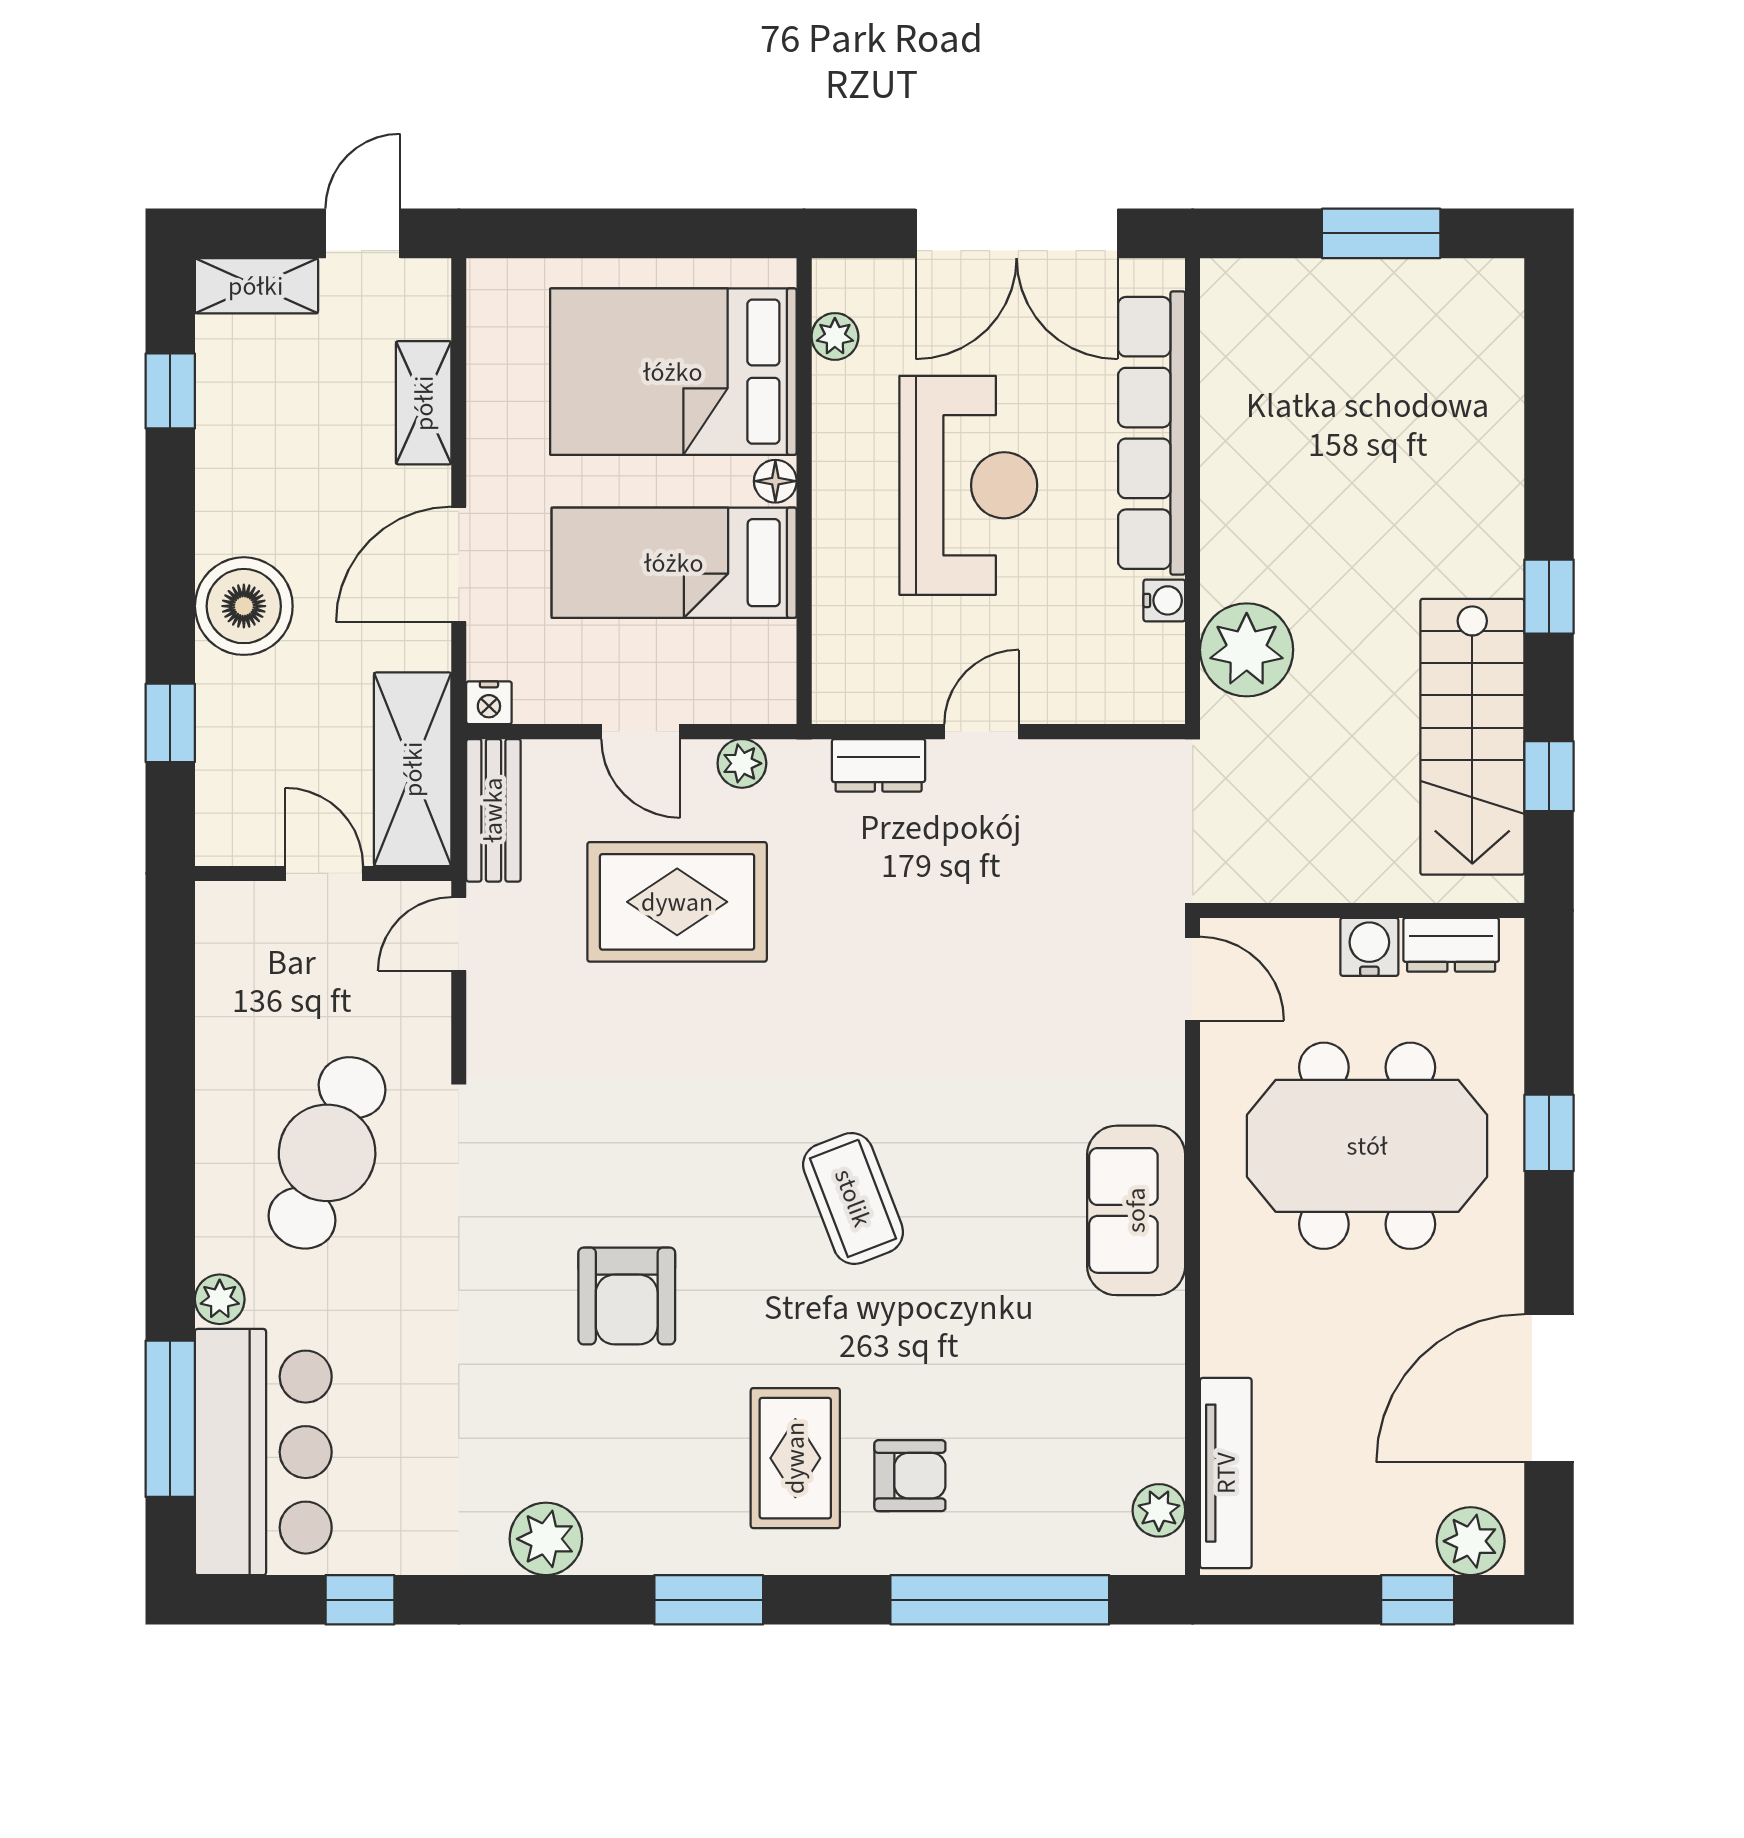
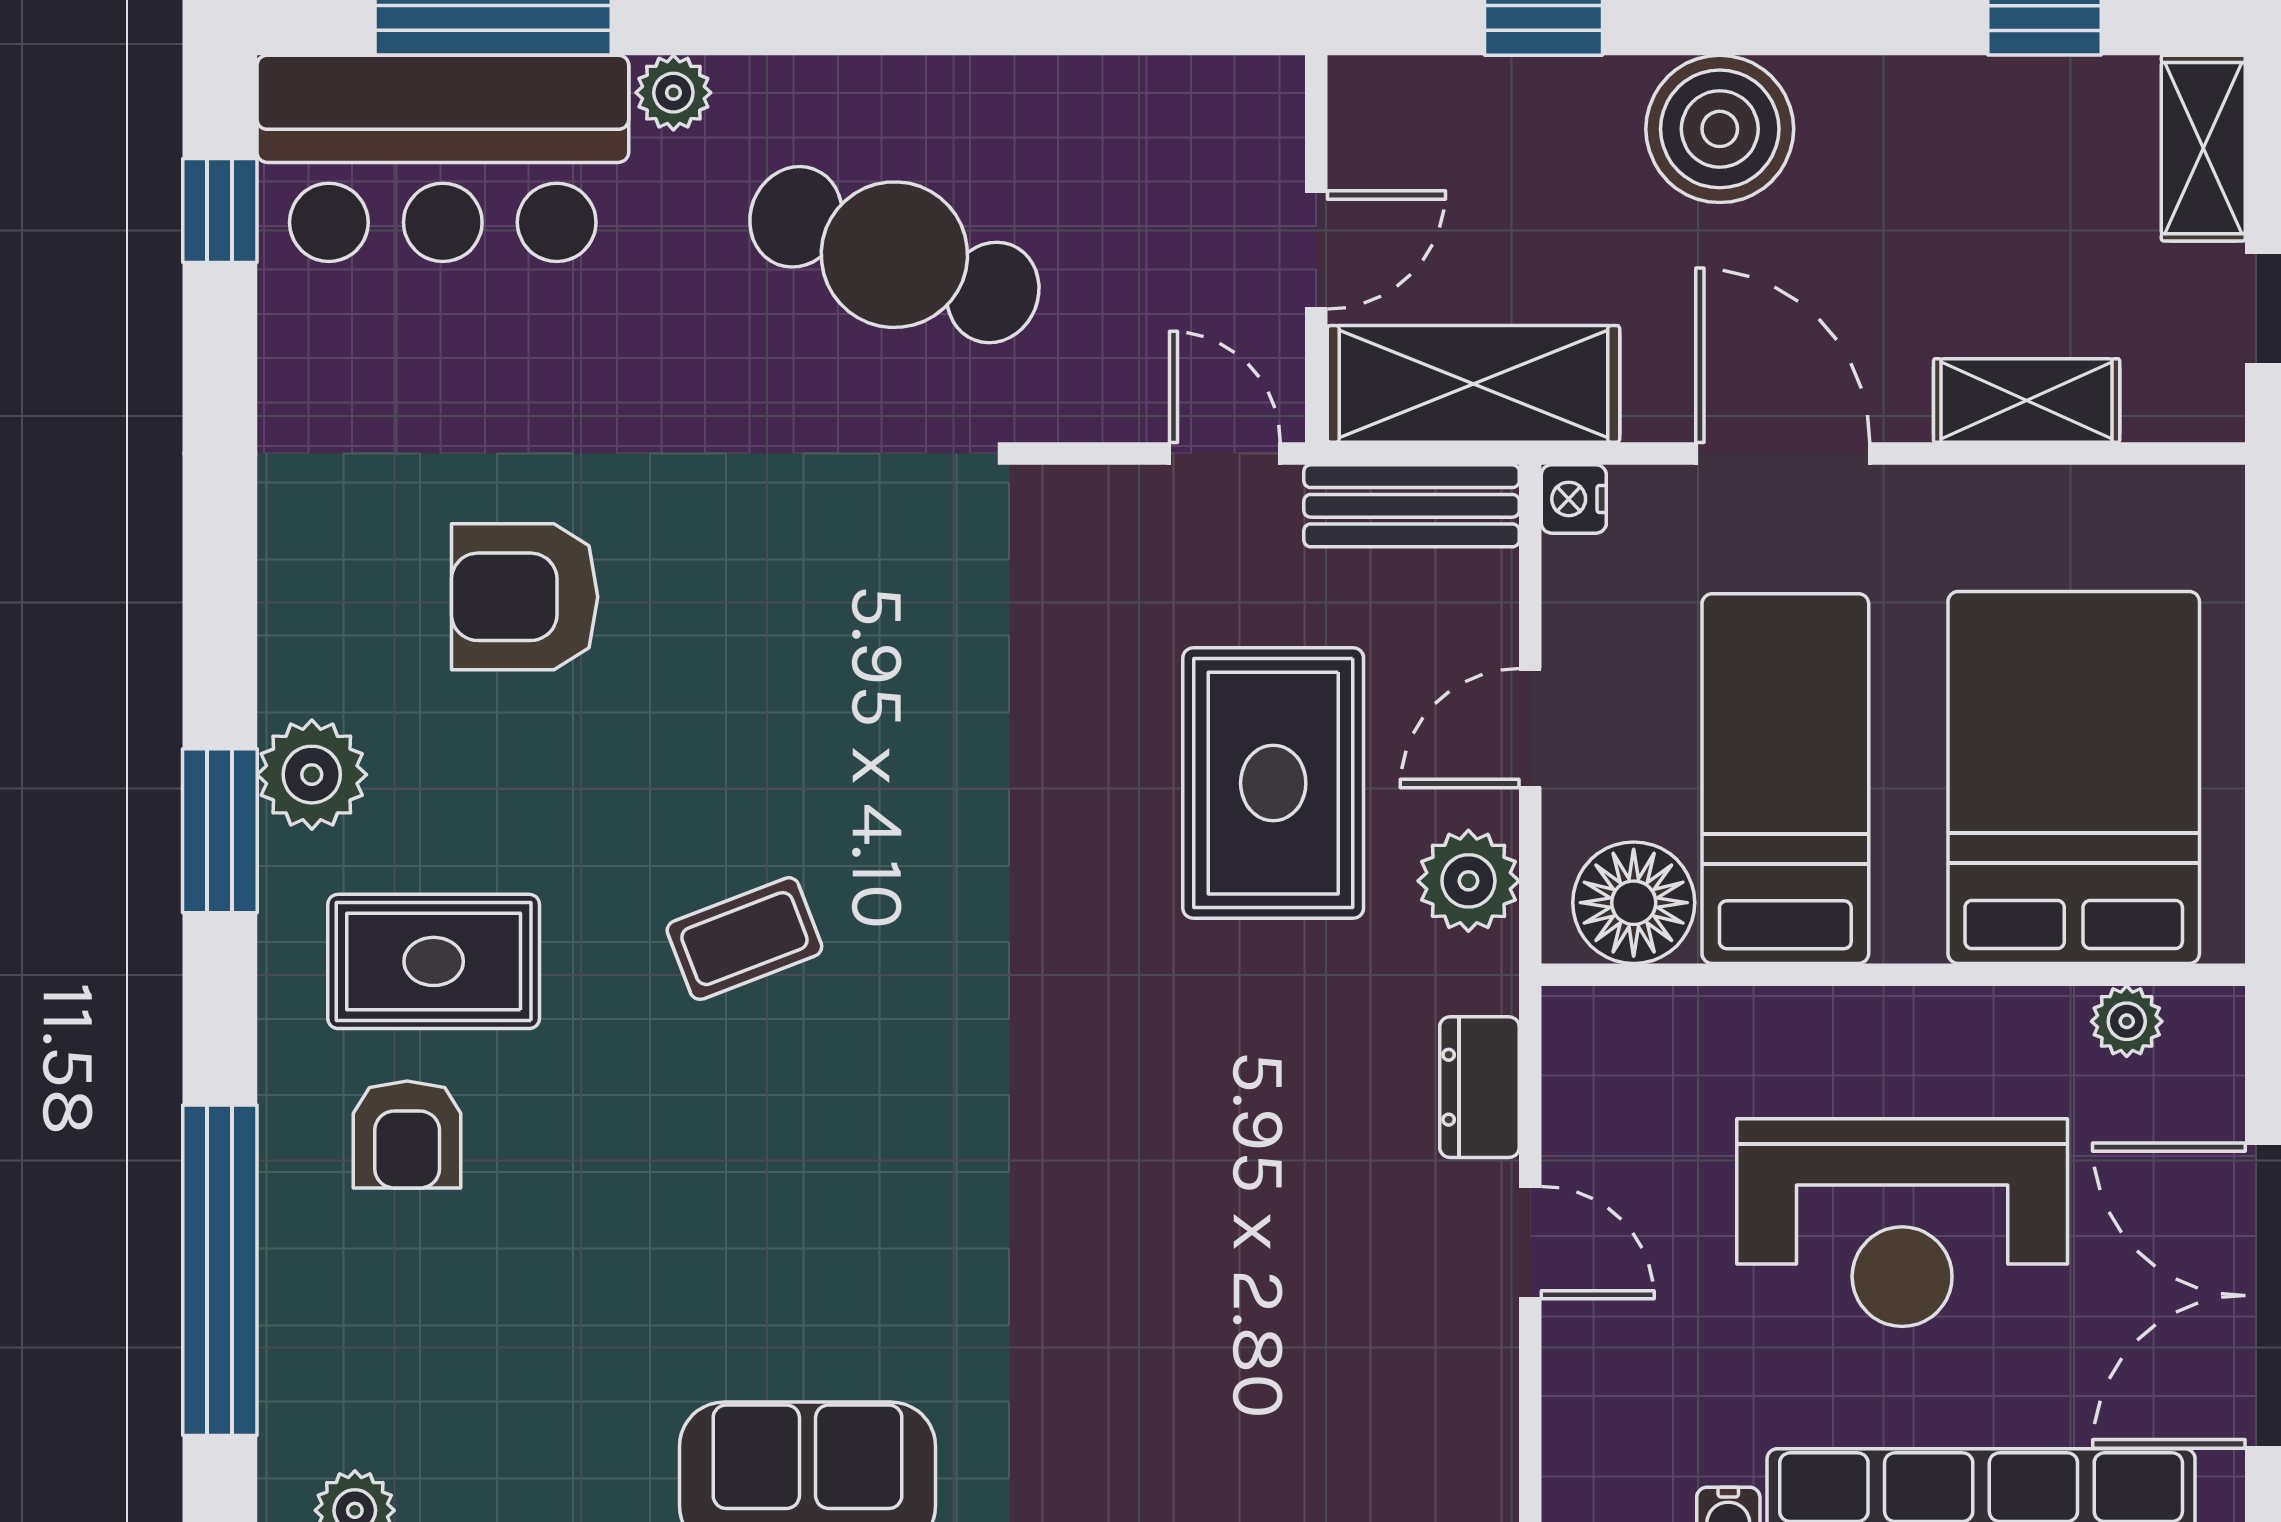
floor lamp: (775, 481) -> (1634, 903), moved, width x1.89, depth x1.89
plant: (742, 763) -> (1468, 881), width x1.38, depth x1.38
coffee table: (853, 1198) -> (744, 939), moved, width x0.73, depth x0.77
armchair: (627, 1296) -> (525, 597), moved
plant: (546, 1539) -> (312, 775), moved
window: (360, 1600) -> (220, 210), moved

